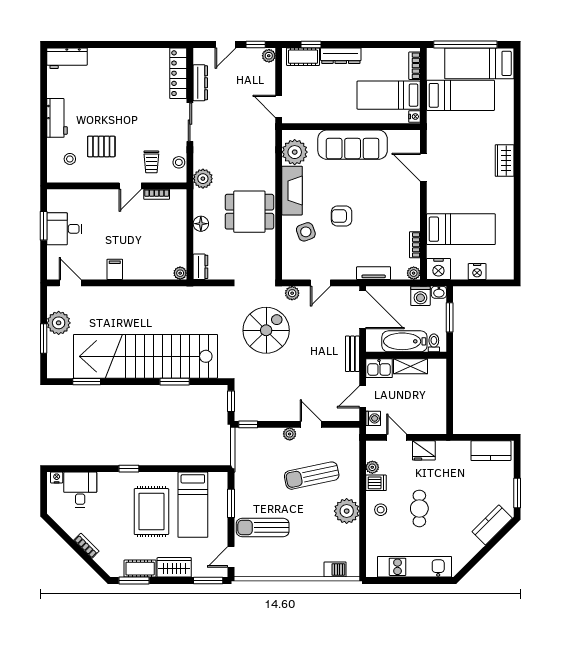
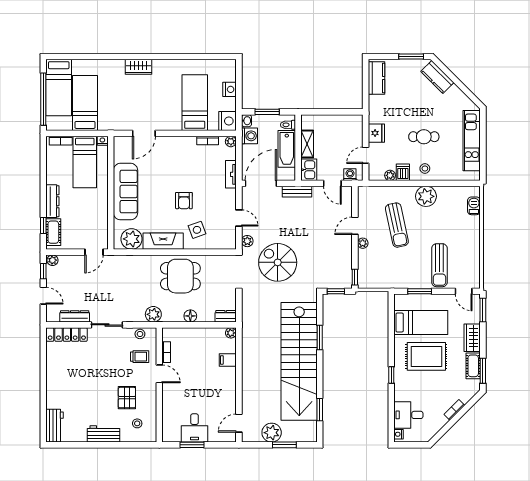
dining table: (249, 212) -> (180, 276), turned 90
filing cabinet: (115, 269) -> (228, 360), moved

